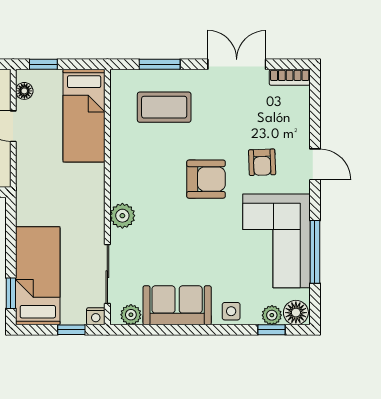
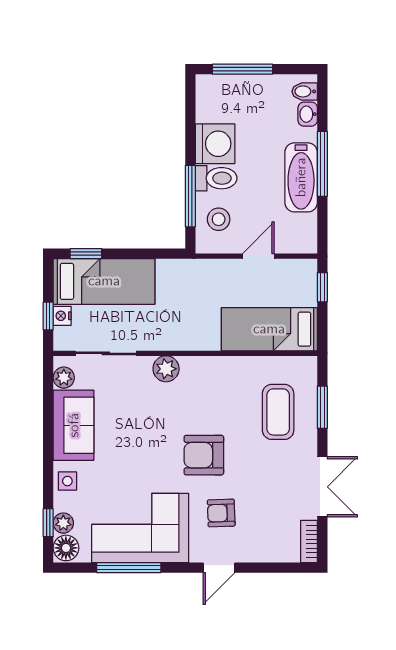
floor lamp: (24, 91) -> (295, 267), removed
armchair: (206, 179) -> (204, 455), turned 90
nightstand: (96, 316) -> (62, 316), moved

